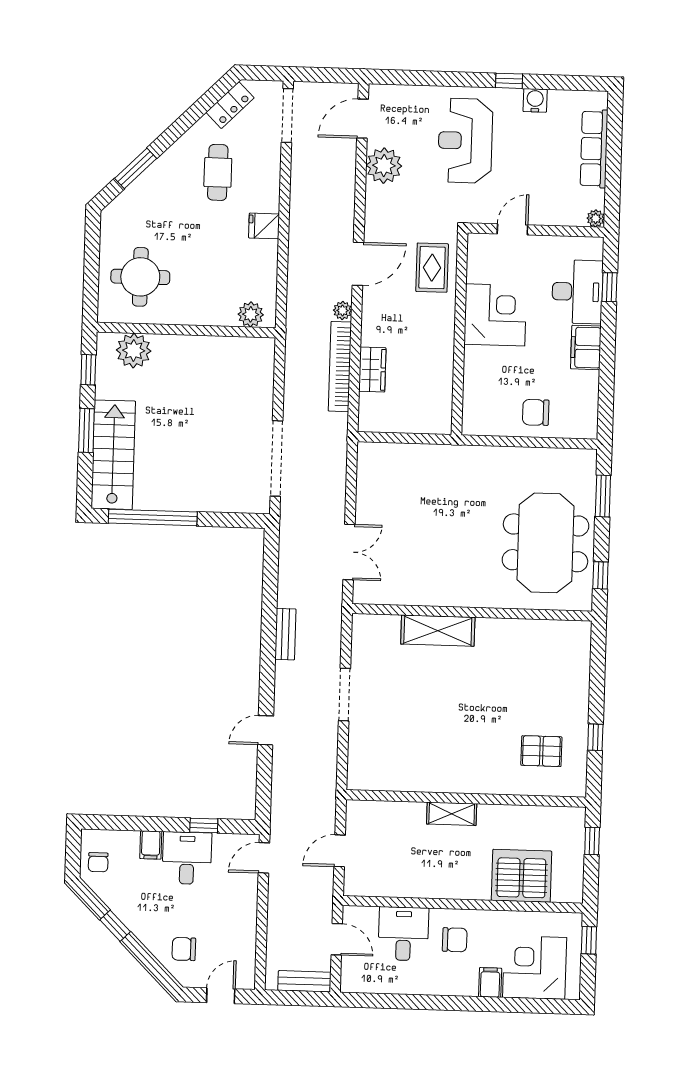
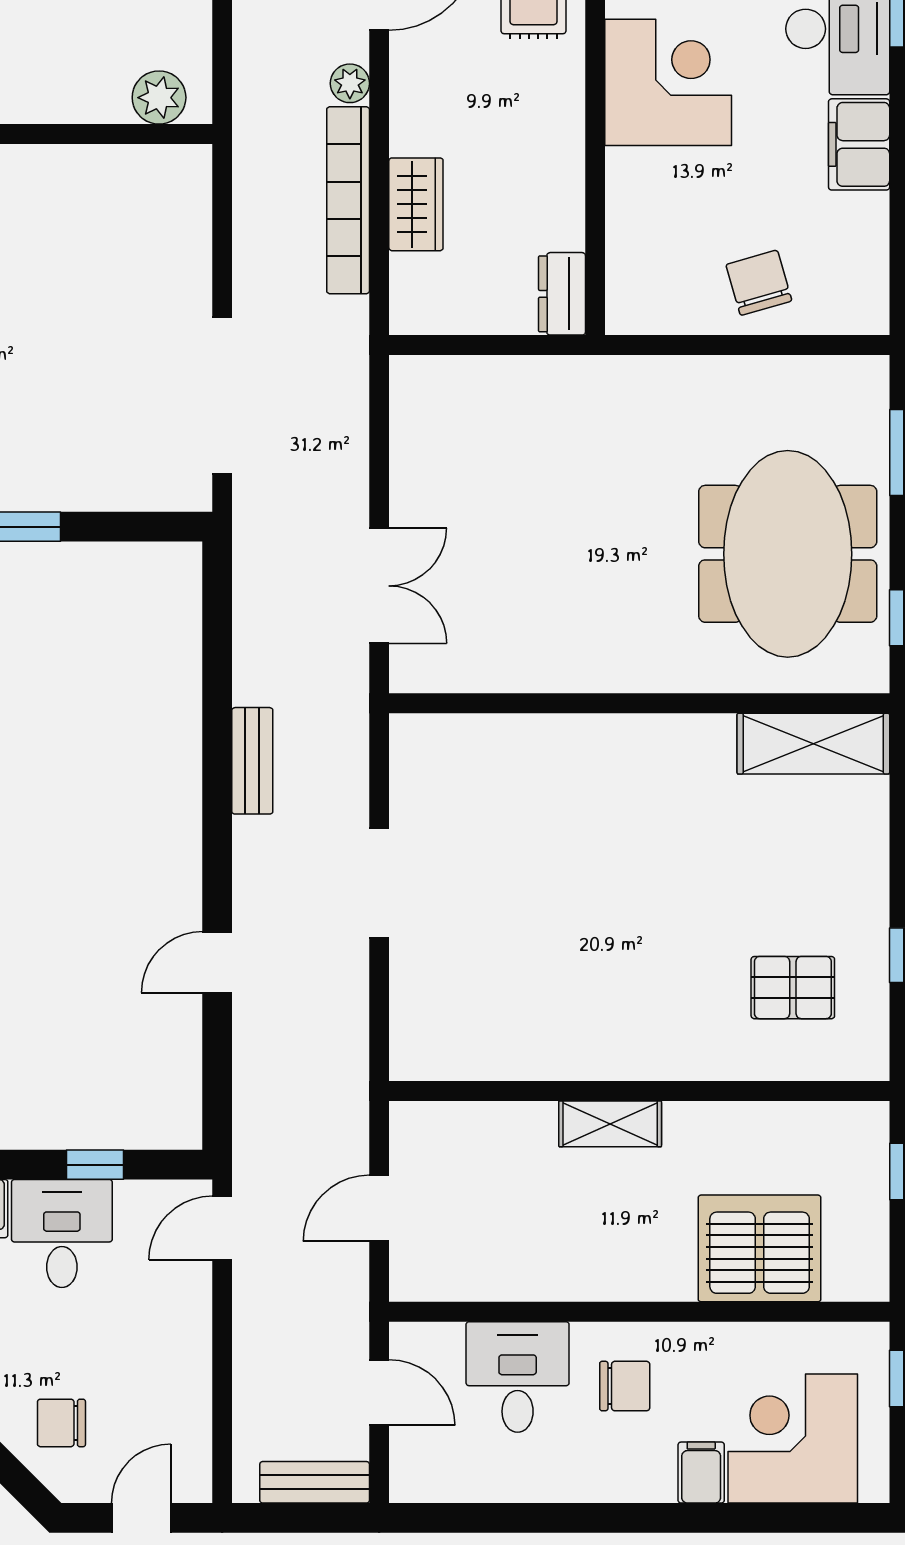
chair: (536, 412) -> (759, 283), turned 74
dresser: (441, 415) -> (562, 294), added
shelving: (438, 631) -> (813, 744), moved

